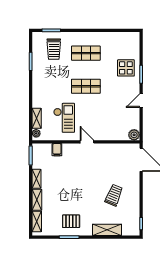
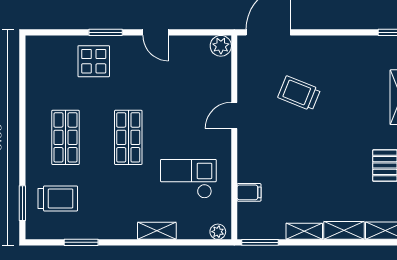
shelving: (37, 118) -> (157, 231), moved
door: (87, 142) -> (234, 115), moved
trolley: (114, 195) -> (299, 93), moved

